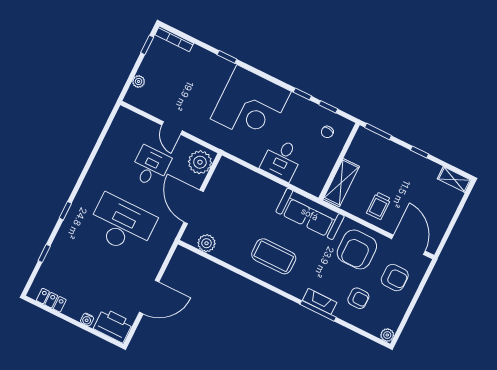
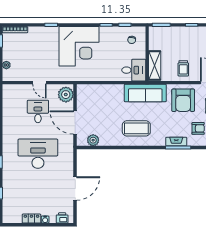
desk: (282, 160) -> (134, 70), moved, turned -90
locker: (51, 300) -> (31, 219), moved
printer: (113, 325) -> (62, 218), width x0.53, depth x0.68

